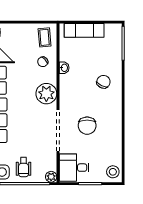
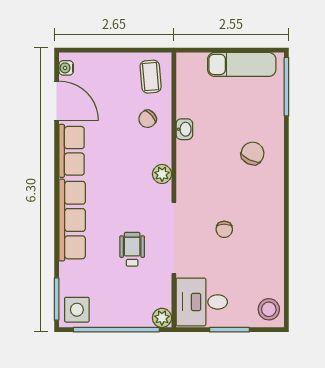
exam couch: (84, 30) -> (242, 64), moved
plant: (46, 94) -> (162, 174), width x0.53, depth x0.53
chair: (87, 126) -> (224, 229), width x0.54, depth x0.54
wheelchair: (24, 167) -> (132, 249), moved, turned 180

